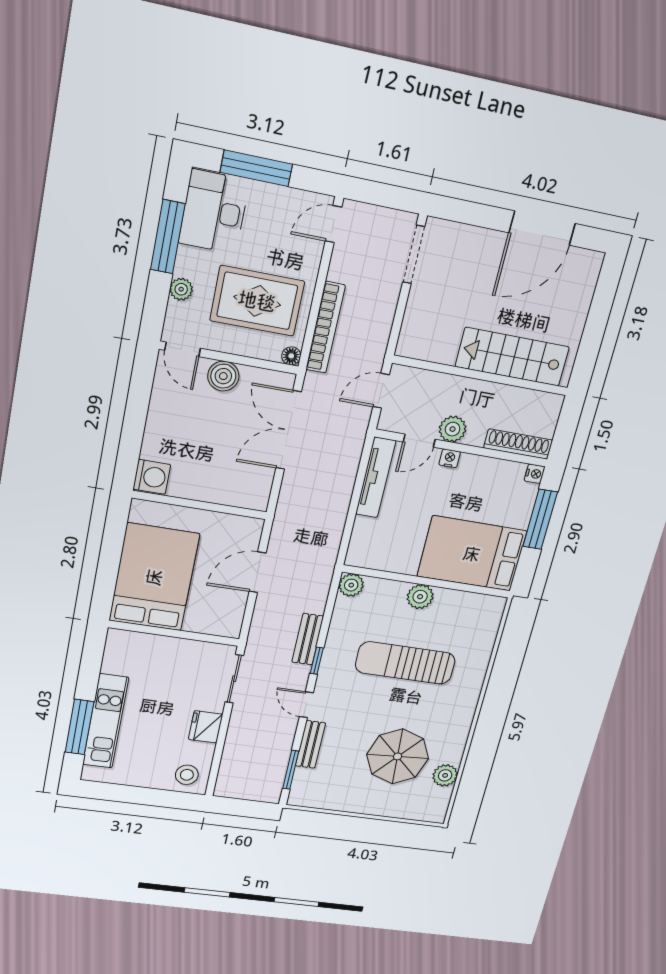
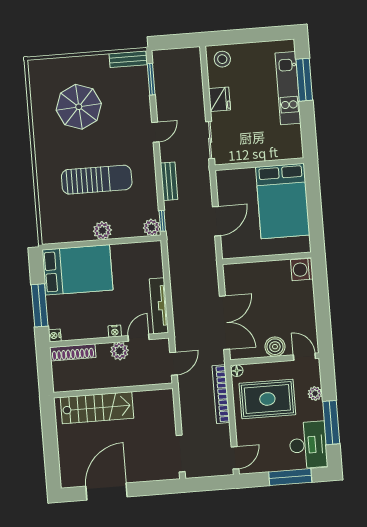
window: (317, 661) -> (162, 221), moved
door: (306, 705) -> (155, 132), hinge flipped
bench: (310, 744) -> (128, 59), moved, turned 90
plant: (445, 775) -> (40, 99), removed

